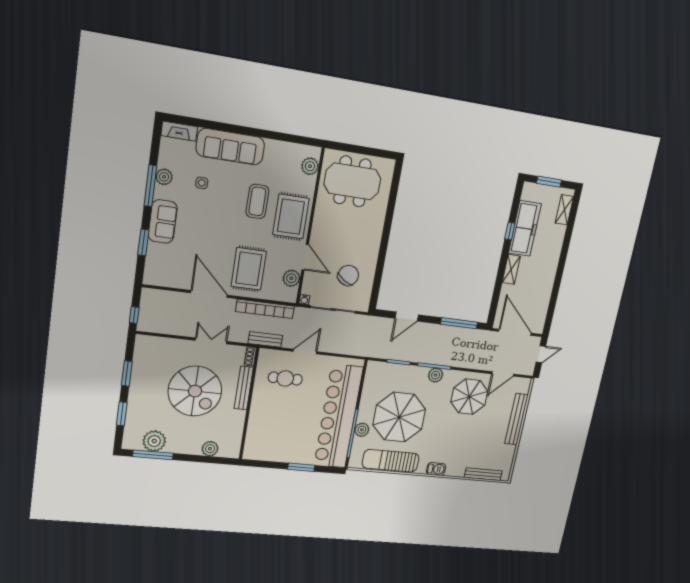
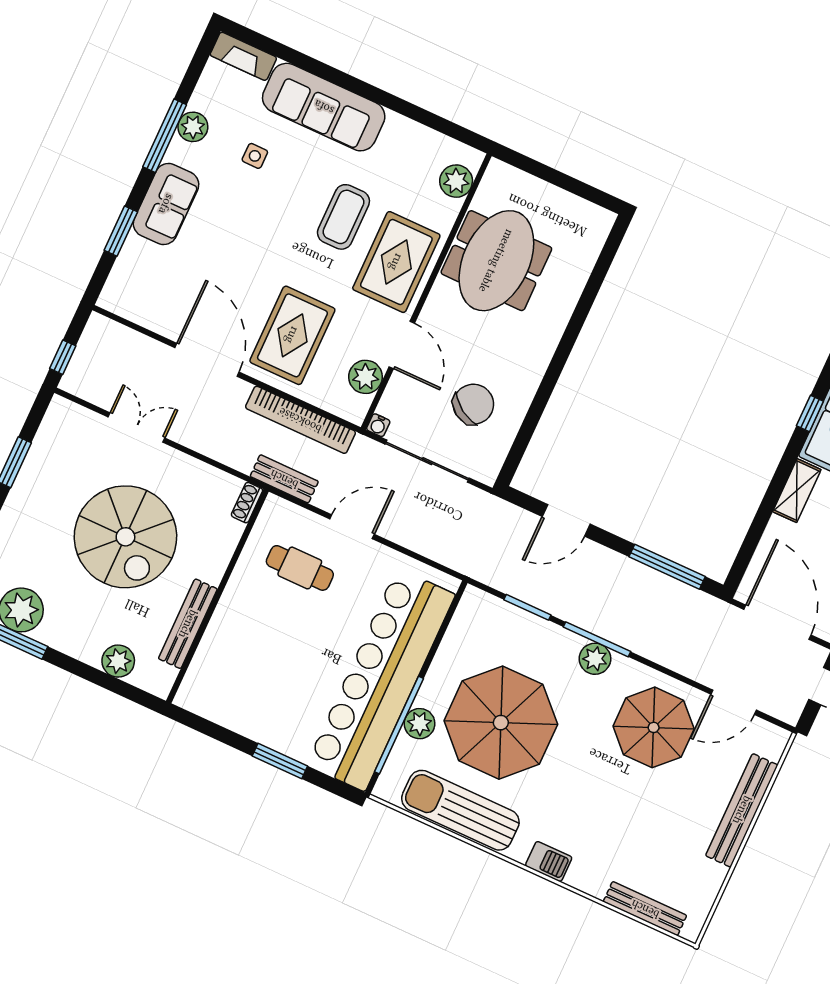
meeting table: (352, 181) -> (496, 261), moved, turned 90
double door: (211, 341) -> (136, 428), moved
bench: (244, 388) -> (188, 624), moved

